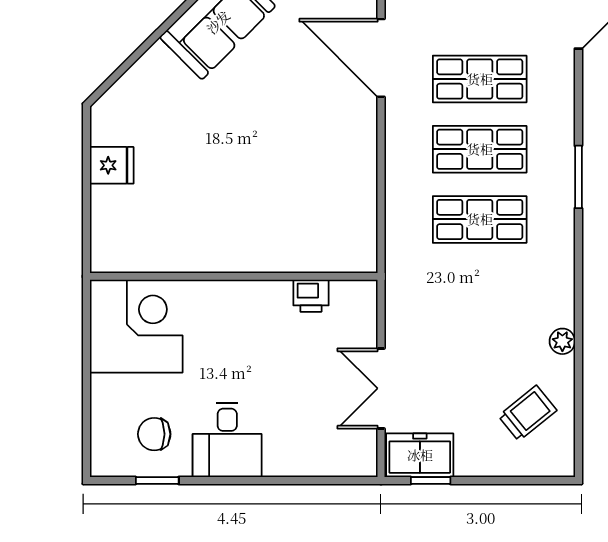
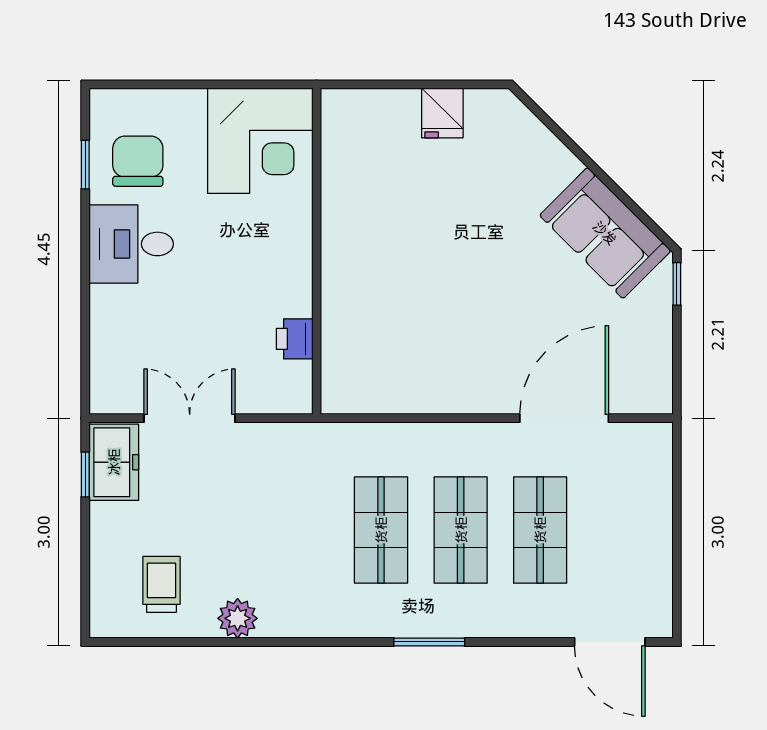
plant: (562, 341) -> (238, 618), width x1.38, depth x1.38
trolley: (528, 413) -> (162, 584), turned -141
chair: (154, 434) -> (138, 161), width x1.37, depth x1.37

